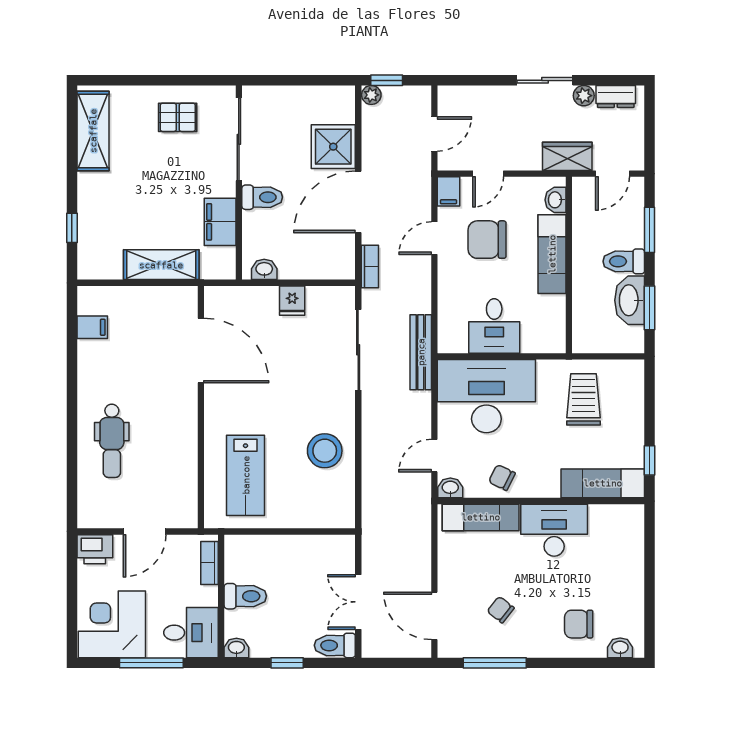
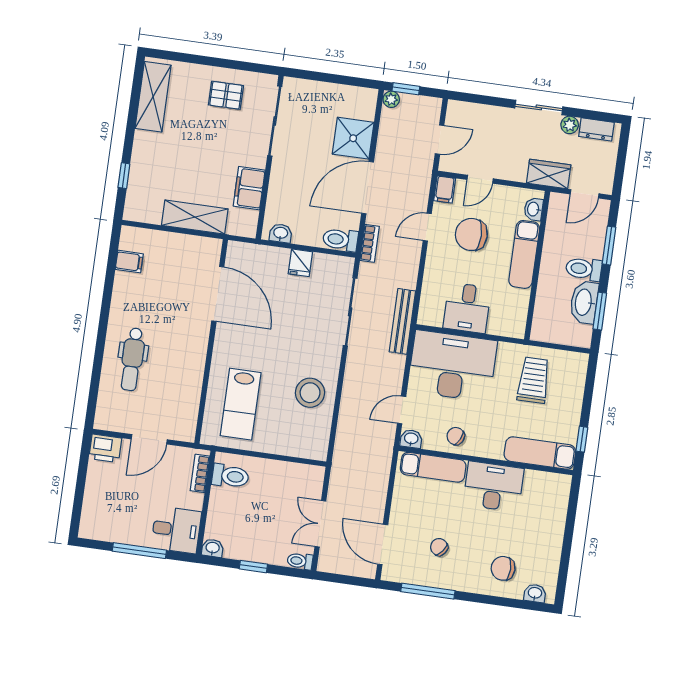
toilet: (262, 197) -> (340, 240), moved, turned 180
toilet: (245, 596) -> (230, 476), moved
corner desk: (112, 624) -> (111, 513), removed
toilet: (335, 645) -> (300, 561), width x0.73, depth x0.72

